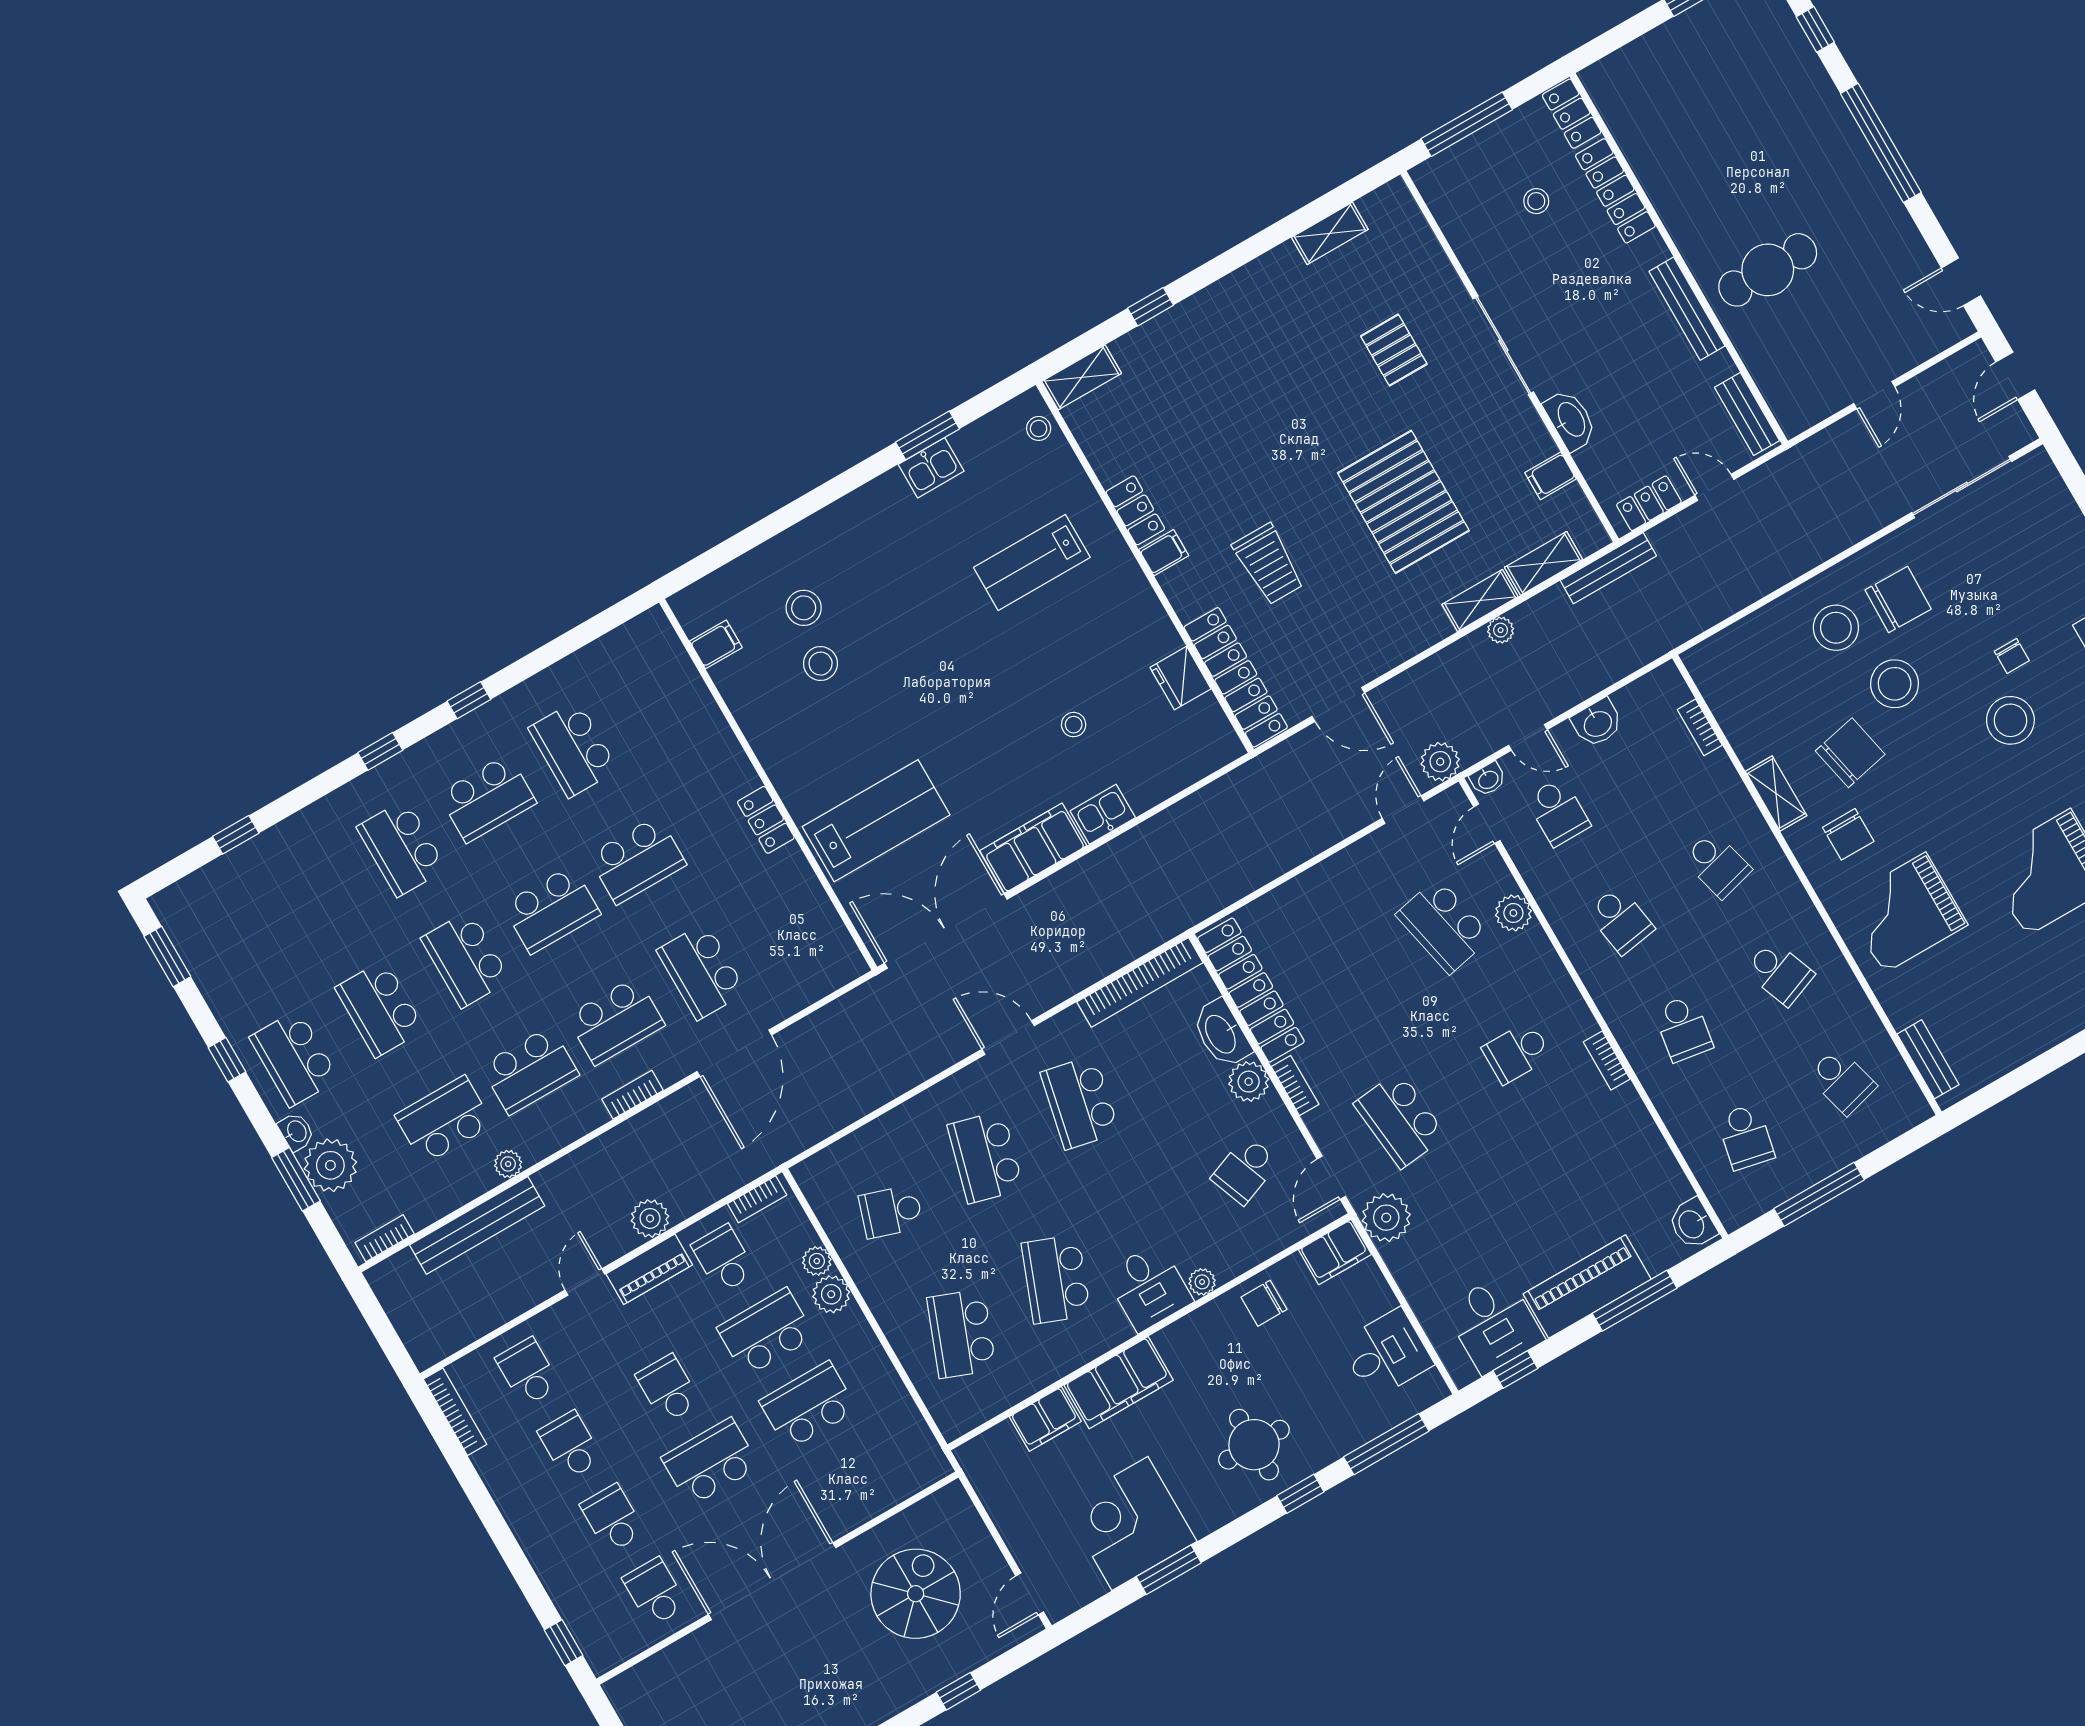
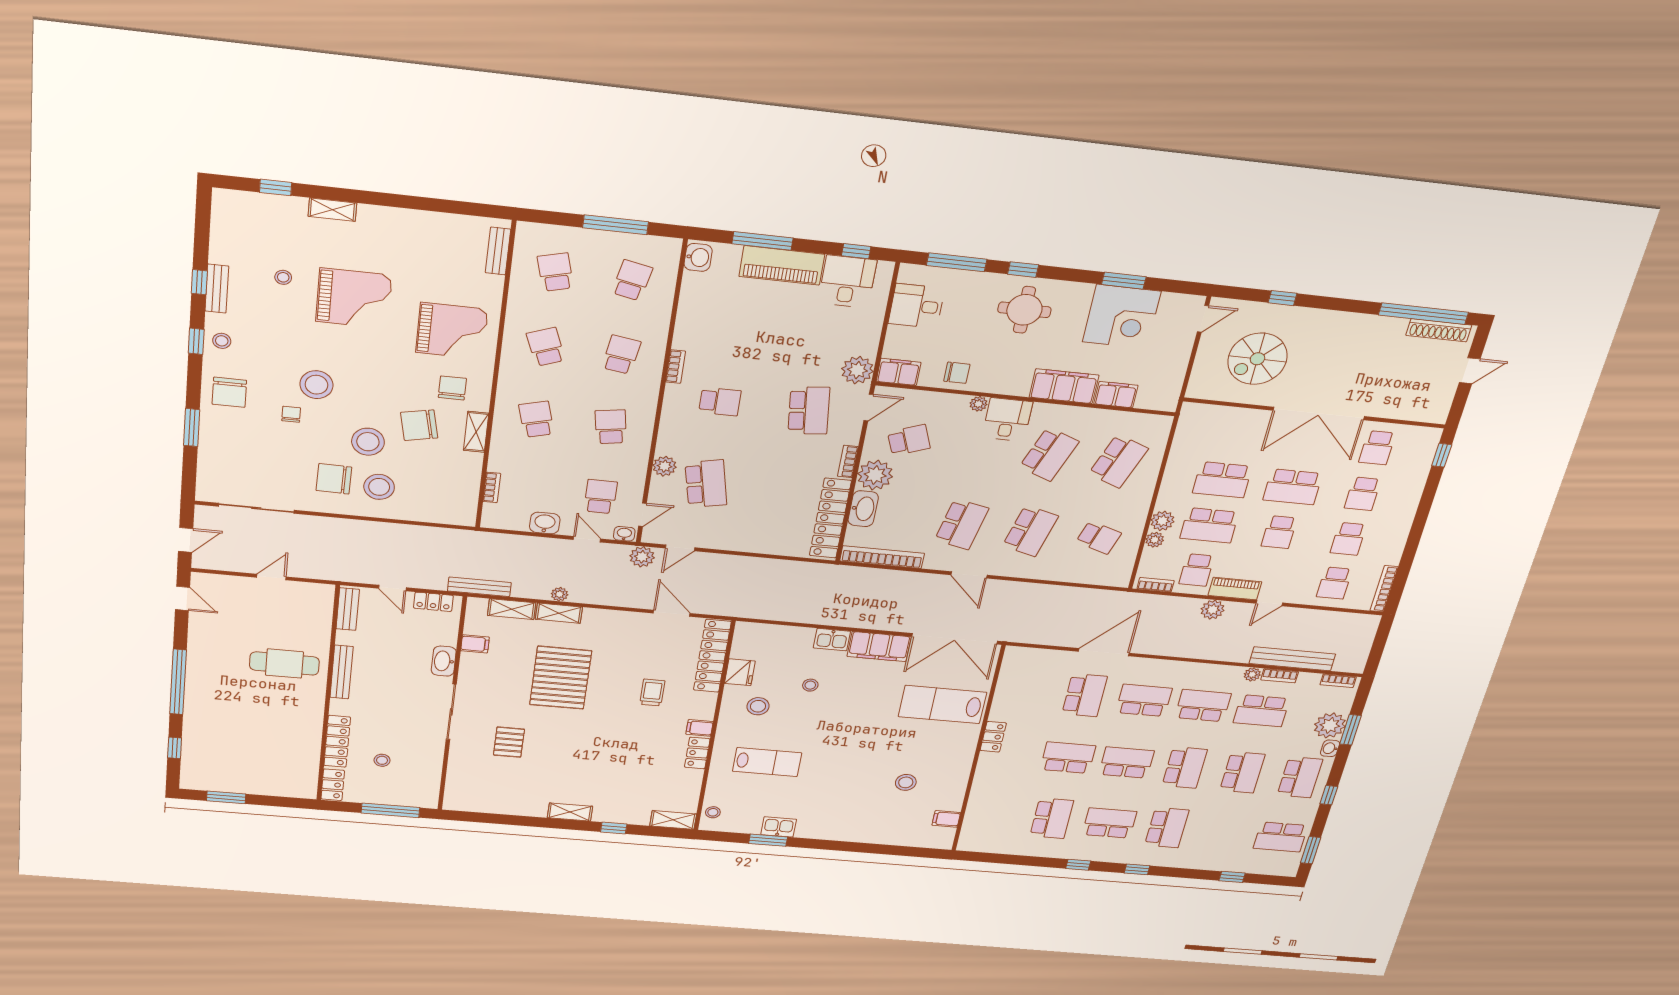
shelving: (1330, 233) -> (570, 812), moved
trolley: (1268, 564) -> (652, 693), width x0.73, depth x0.72
stool: (804, 608) -> (758, 706), moved
school desk: (230, 947) -> (1281, 837), added
plant: (1249, 1082) -> (875, 475), width x1.36, depth x1.36
bookcase: (633, 1095) -> (1280, 676), moved

